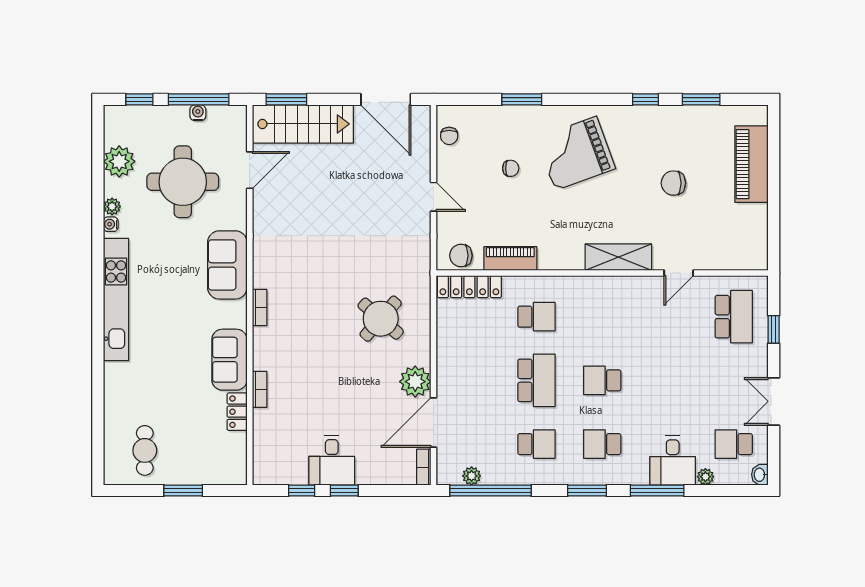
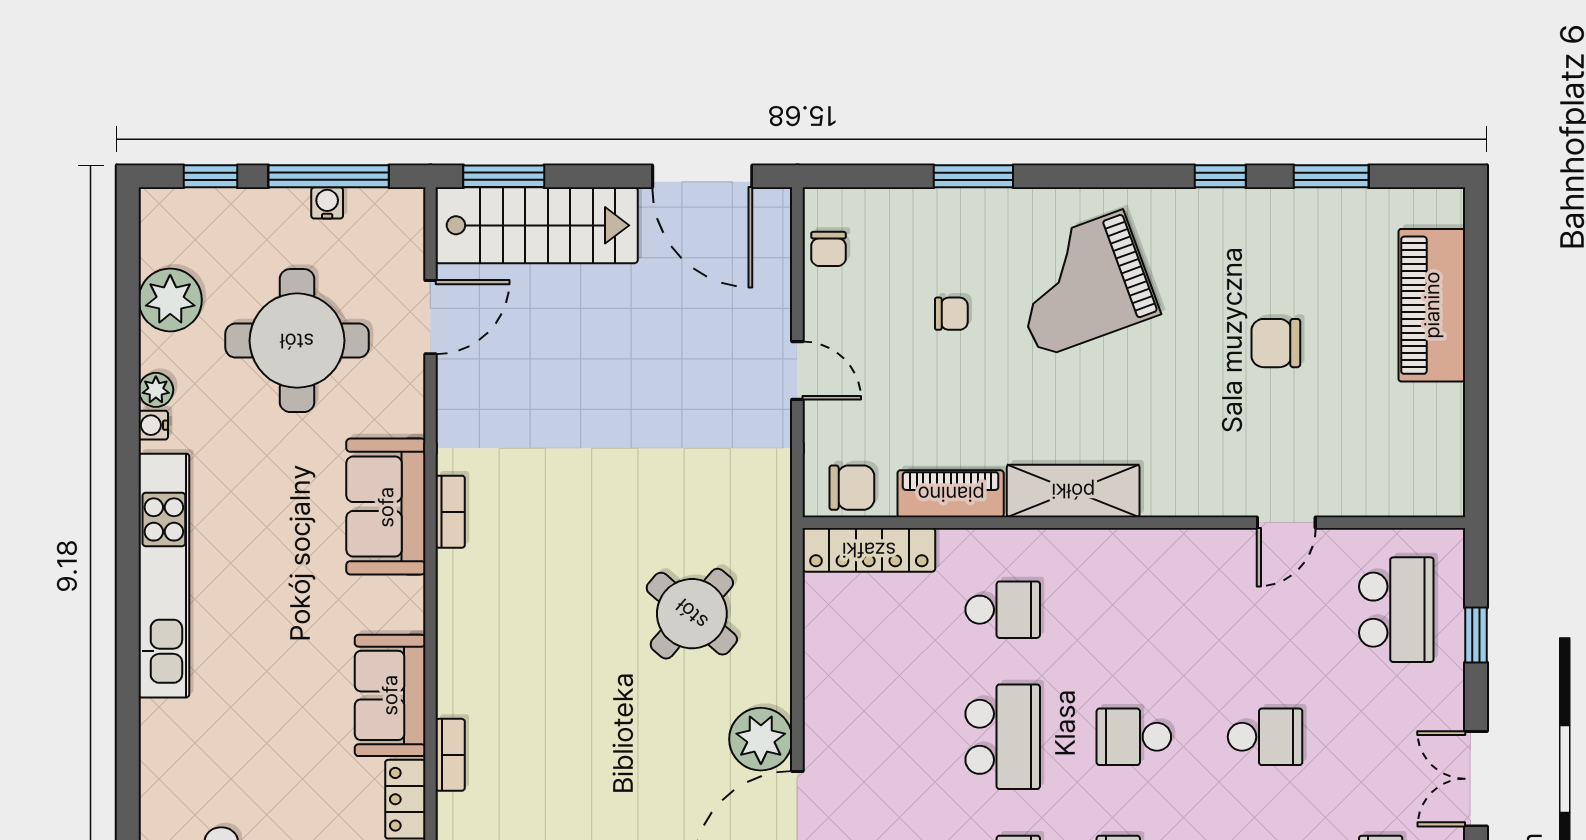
chair: (461, 256) -> (852, 488), turned 180
shelving: (618, 257) -> (1073, 491), moved
bookcase: (260, 307) -> (450, 512), moved
school desk: (668, 380) -> (1265, 737), added

